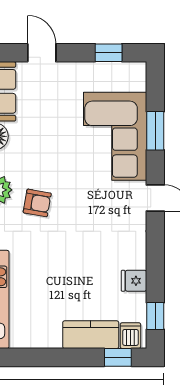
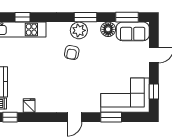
corner sofa: (115, 136) -> (125, 95), moved

